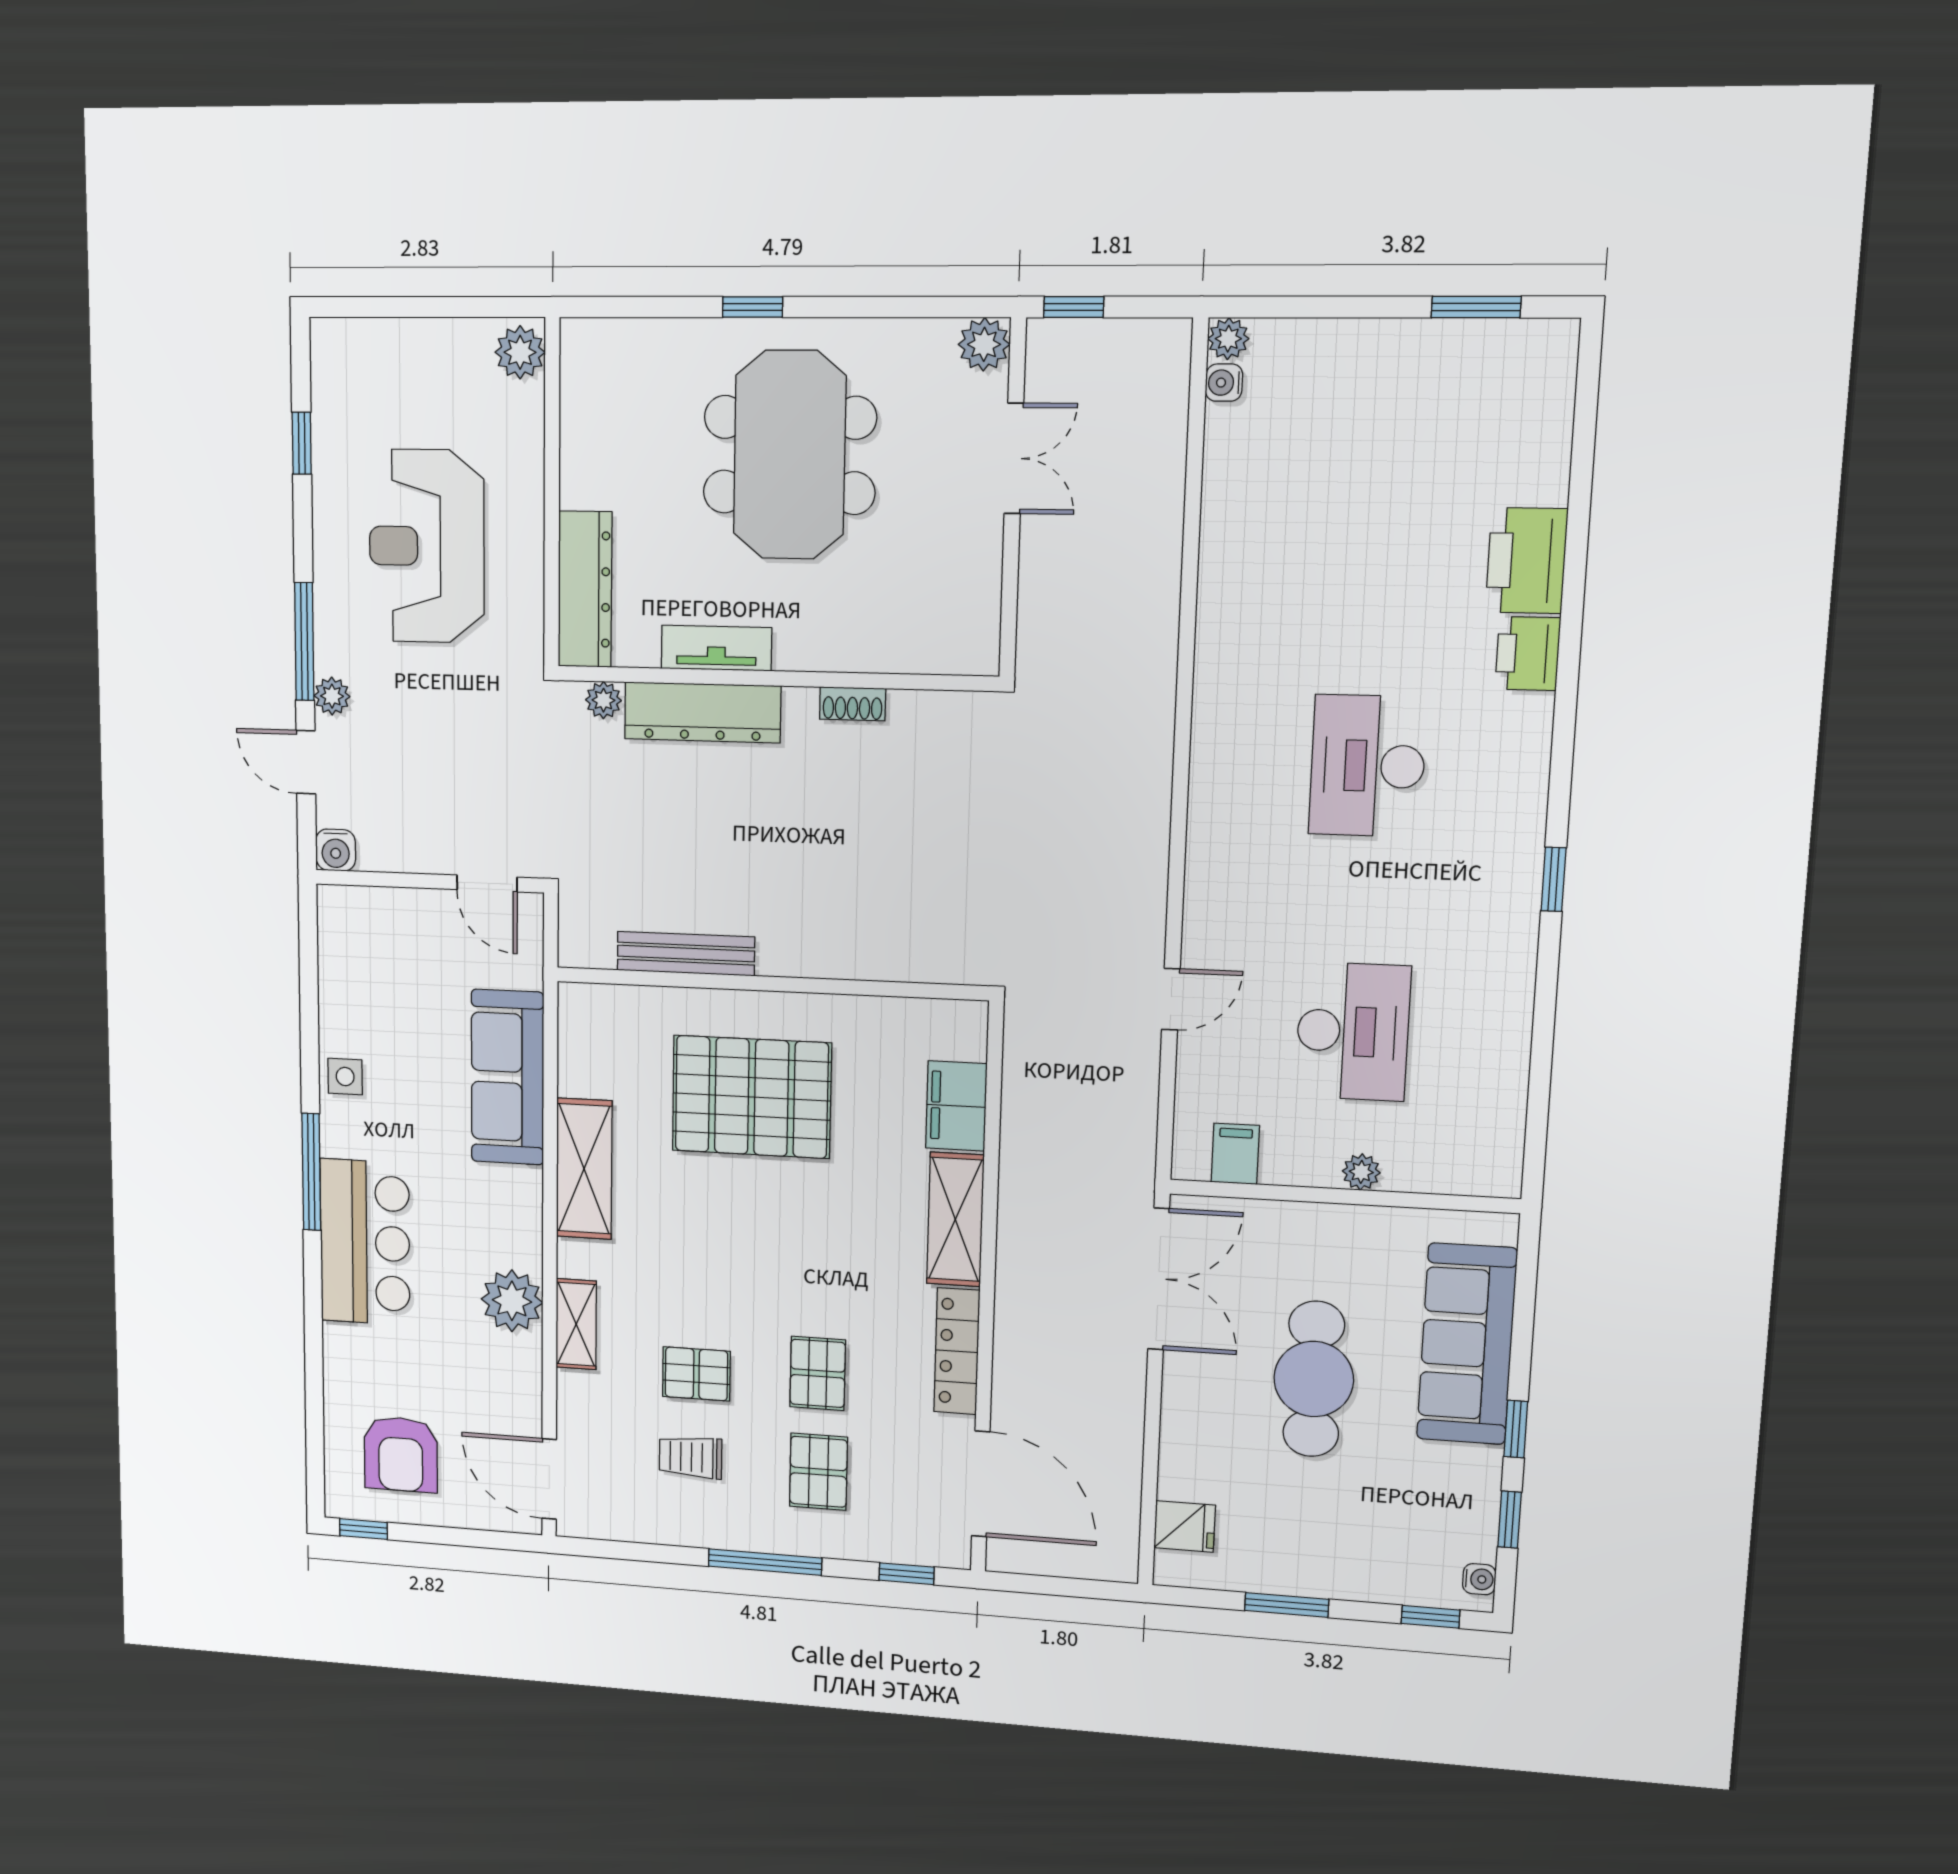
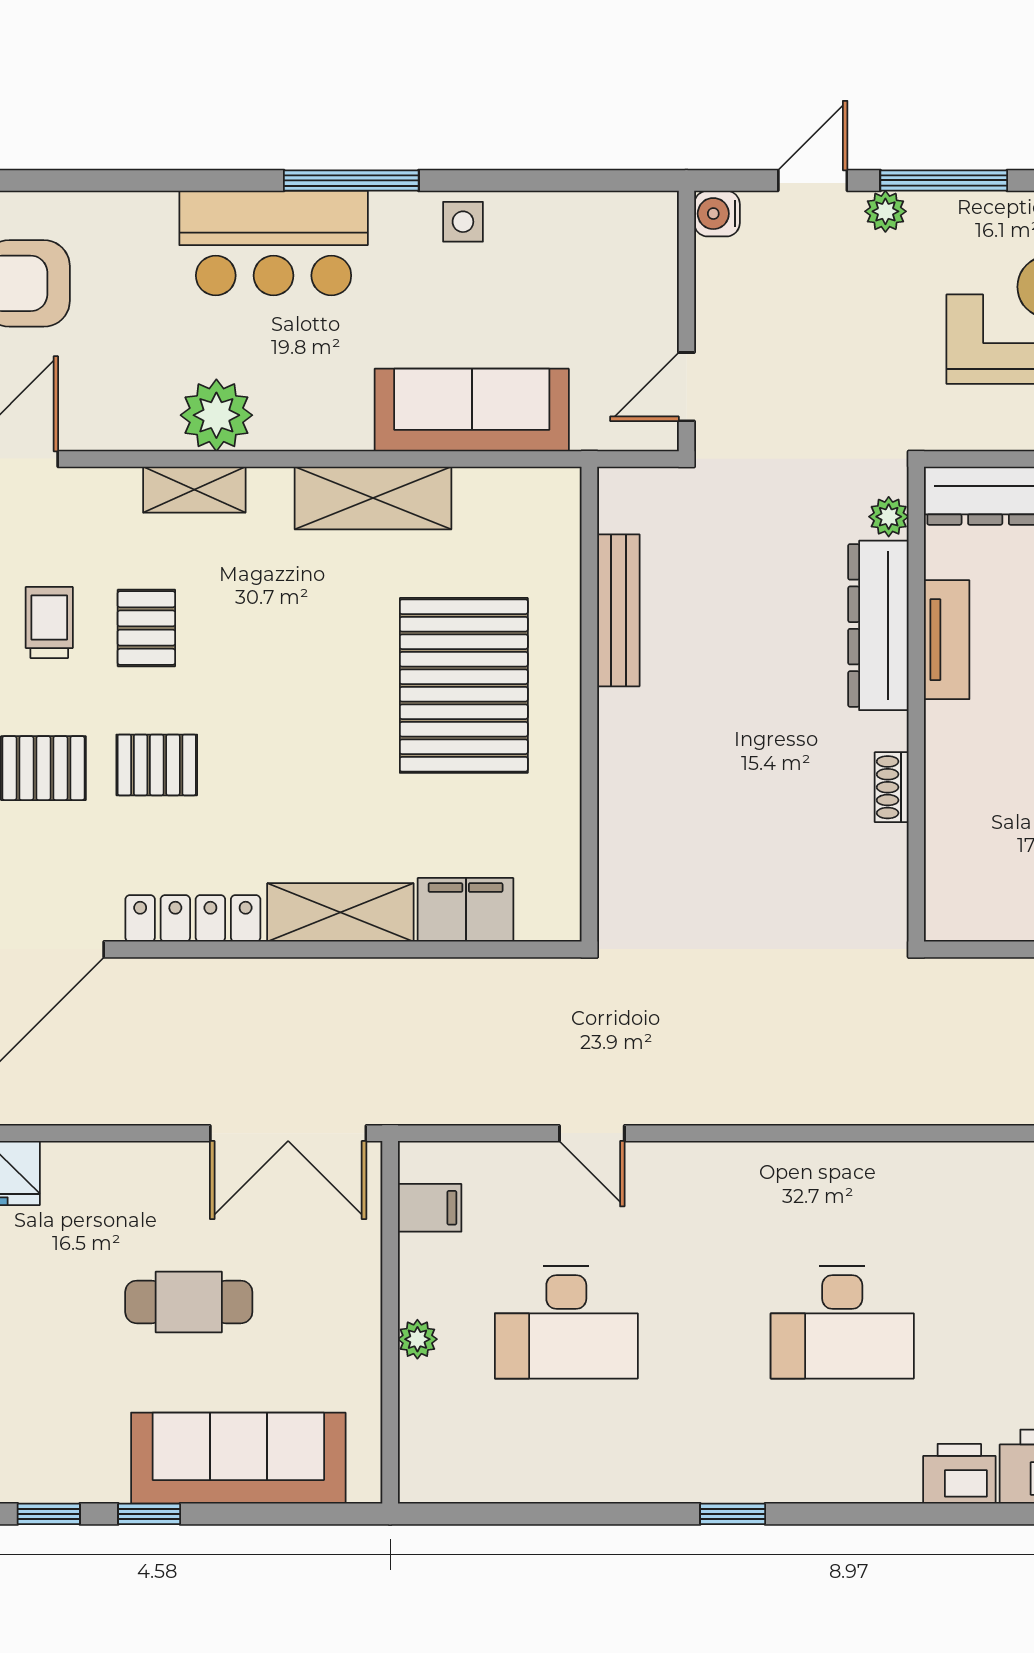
desk: (1368, 766) -> (842, 1322), turned 180
cafe table: (1314, 1379) -> (189, 1302), width x0.73, depth x0.74

